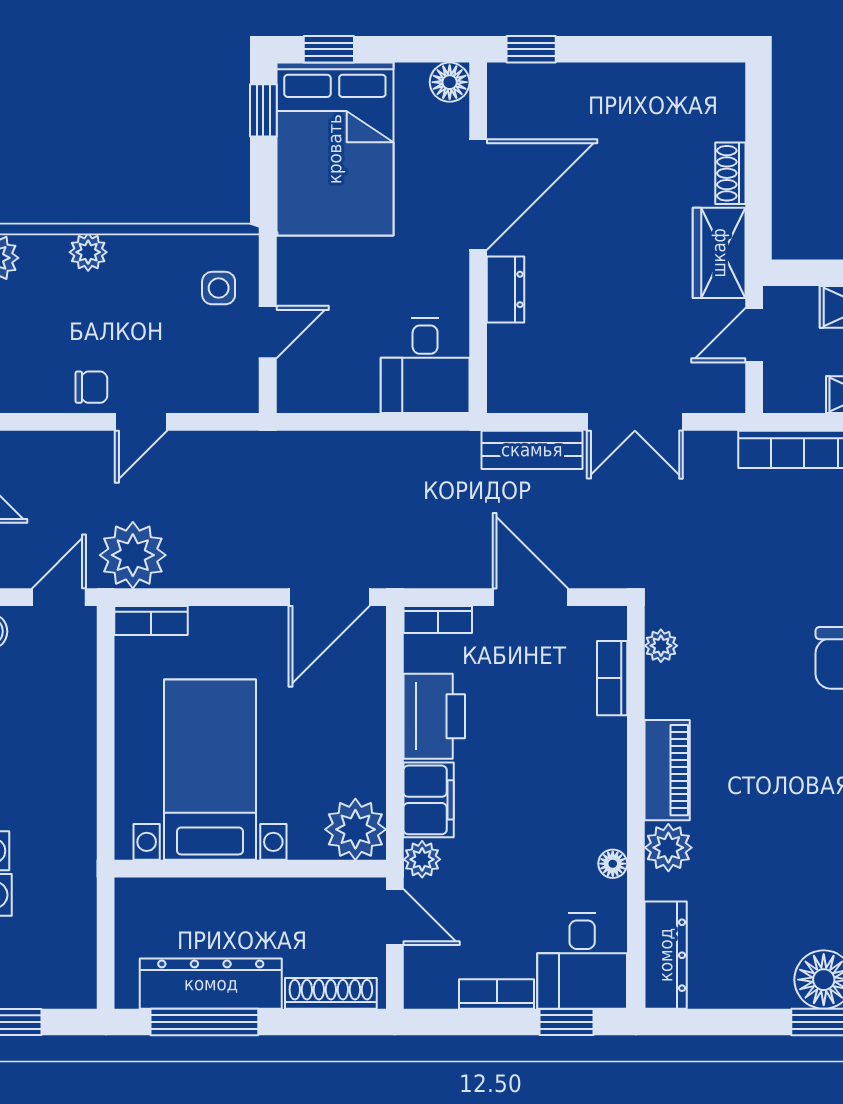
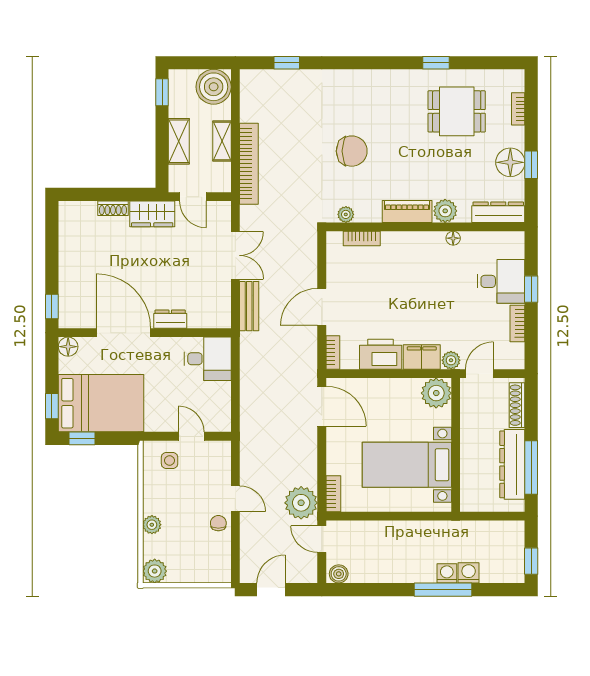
plant: (661, 646) -> (346, 214), moved
bookcase: (612, 678) -> (362, 239), moved
piano: (667, 770) -> (407, 211), moved
wall: (636, 807) -> (425, 227), moved
plant: (668, 848) -> (445, 211), moved
floor lamp: (613, 864) -> (453, 238), moved
dresser: (666, 955) -> (498, 212), moved

